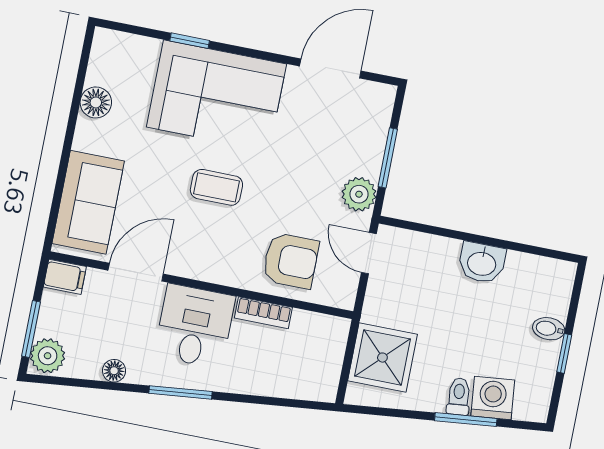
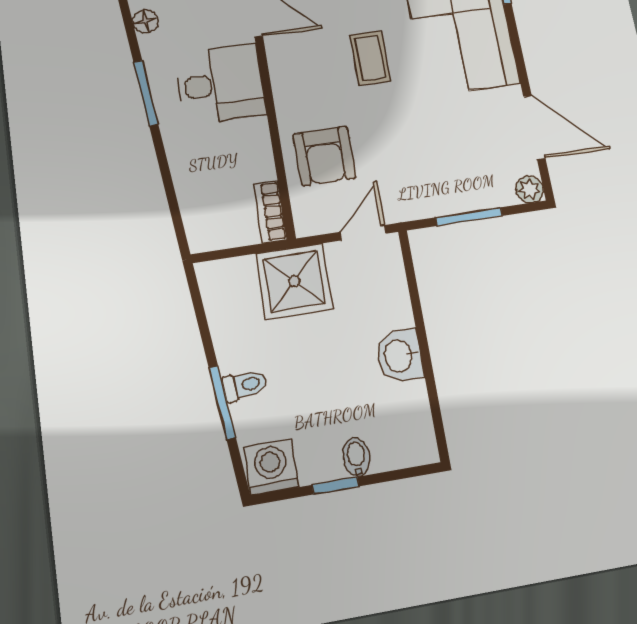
plant: (359, 194) -> (530, 189), moved, width x0.73, depth x0.73
bookcase: (263, 313) -> (270, 212), moved
shower: (382, 358) -> (294, 281), moved
washing machine: (493, 398) -> (271, 467), moved, turned -84

